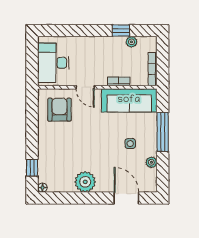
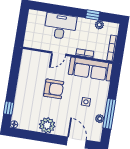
desk: (53, 63) -> (60, 26), moved, turned 90
door: (85, 87) -> (59, 54), hinge flipped
armchair: (60, 110) -> (54, 89), moved, turned 90
window: (163, 132) -> (109, 114), moved

